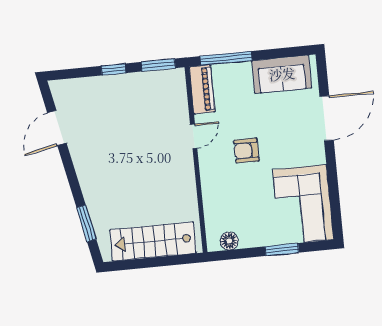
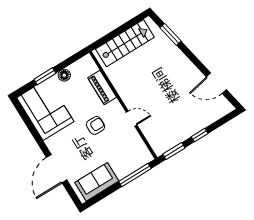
piano: (202, 89) -> (102, 88), moved
door: (57, 128) -> (216, 83), swing flipped
door: (194, 136) -> (132, 119), swing flipped
floor lamp: (229, 241) -> (64, 75), moved

